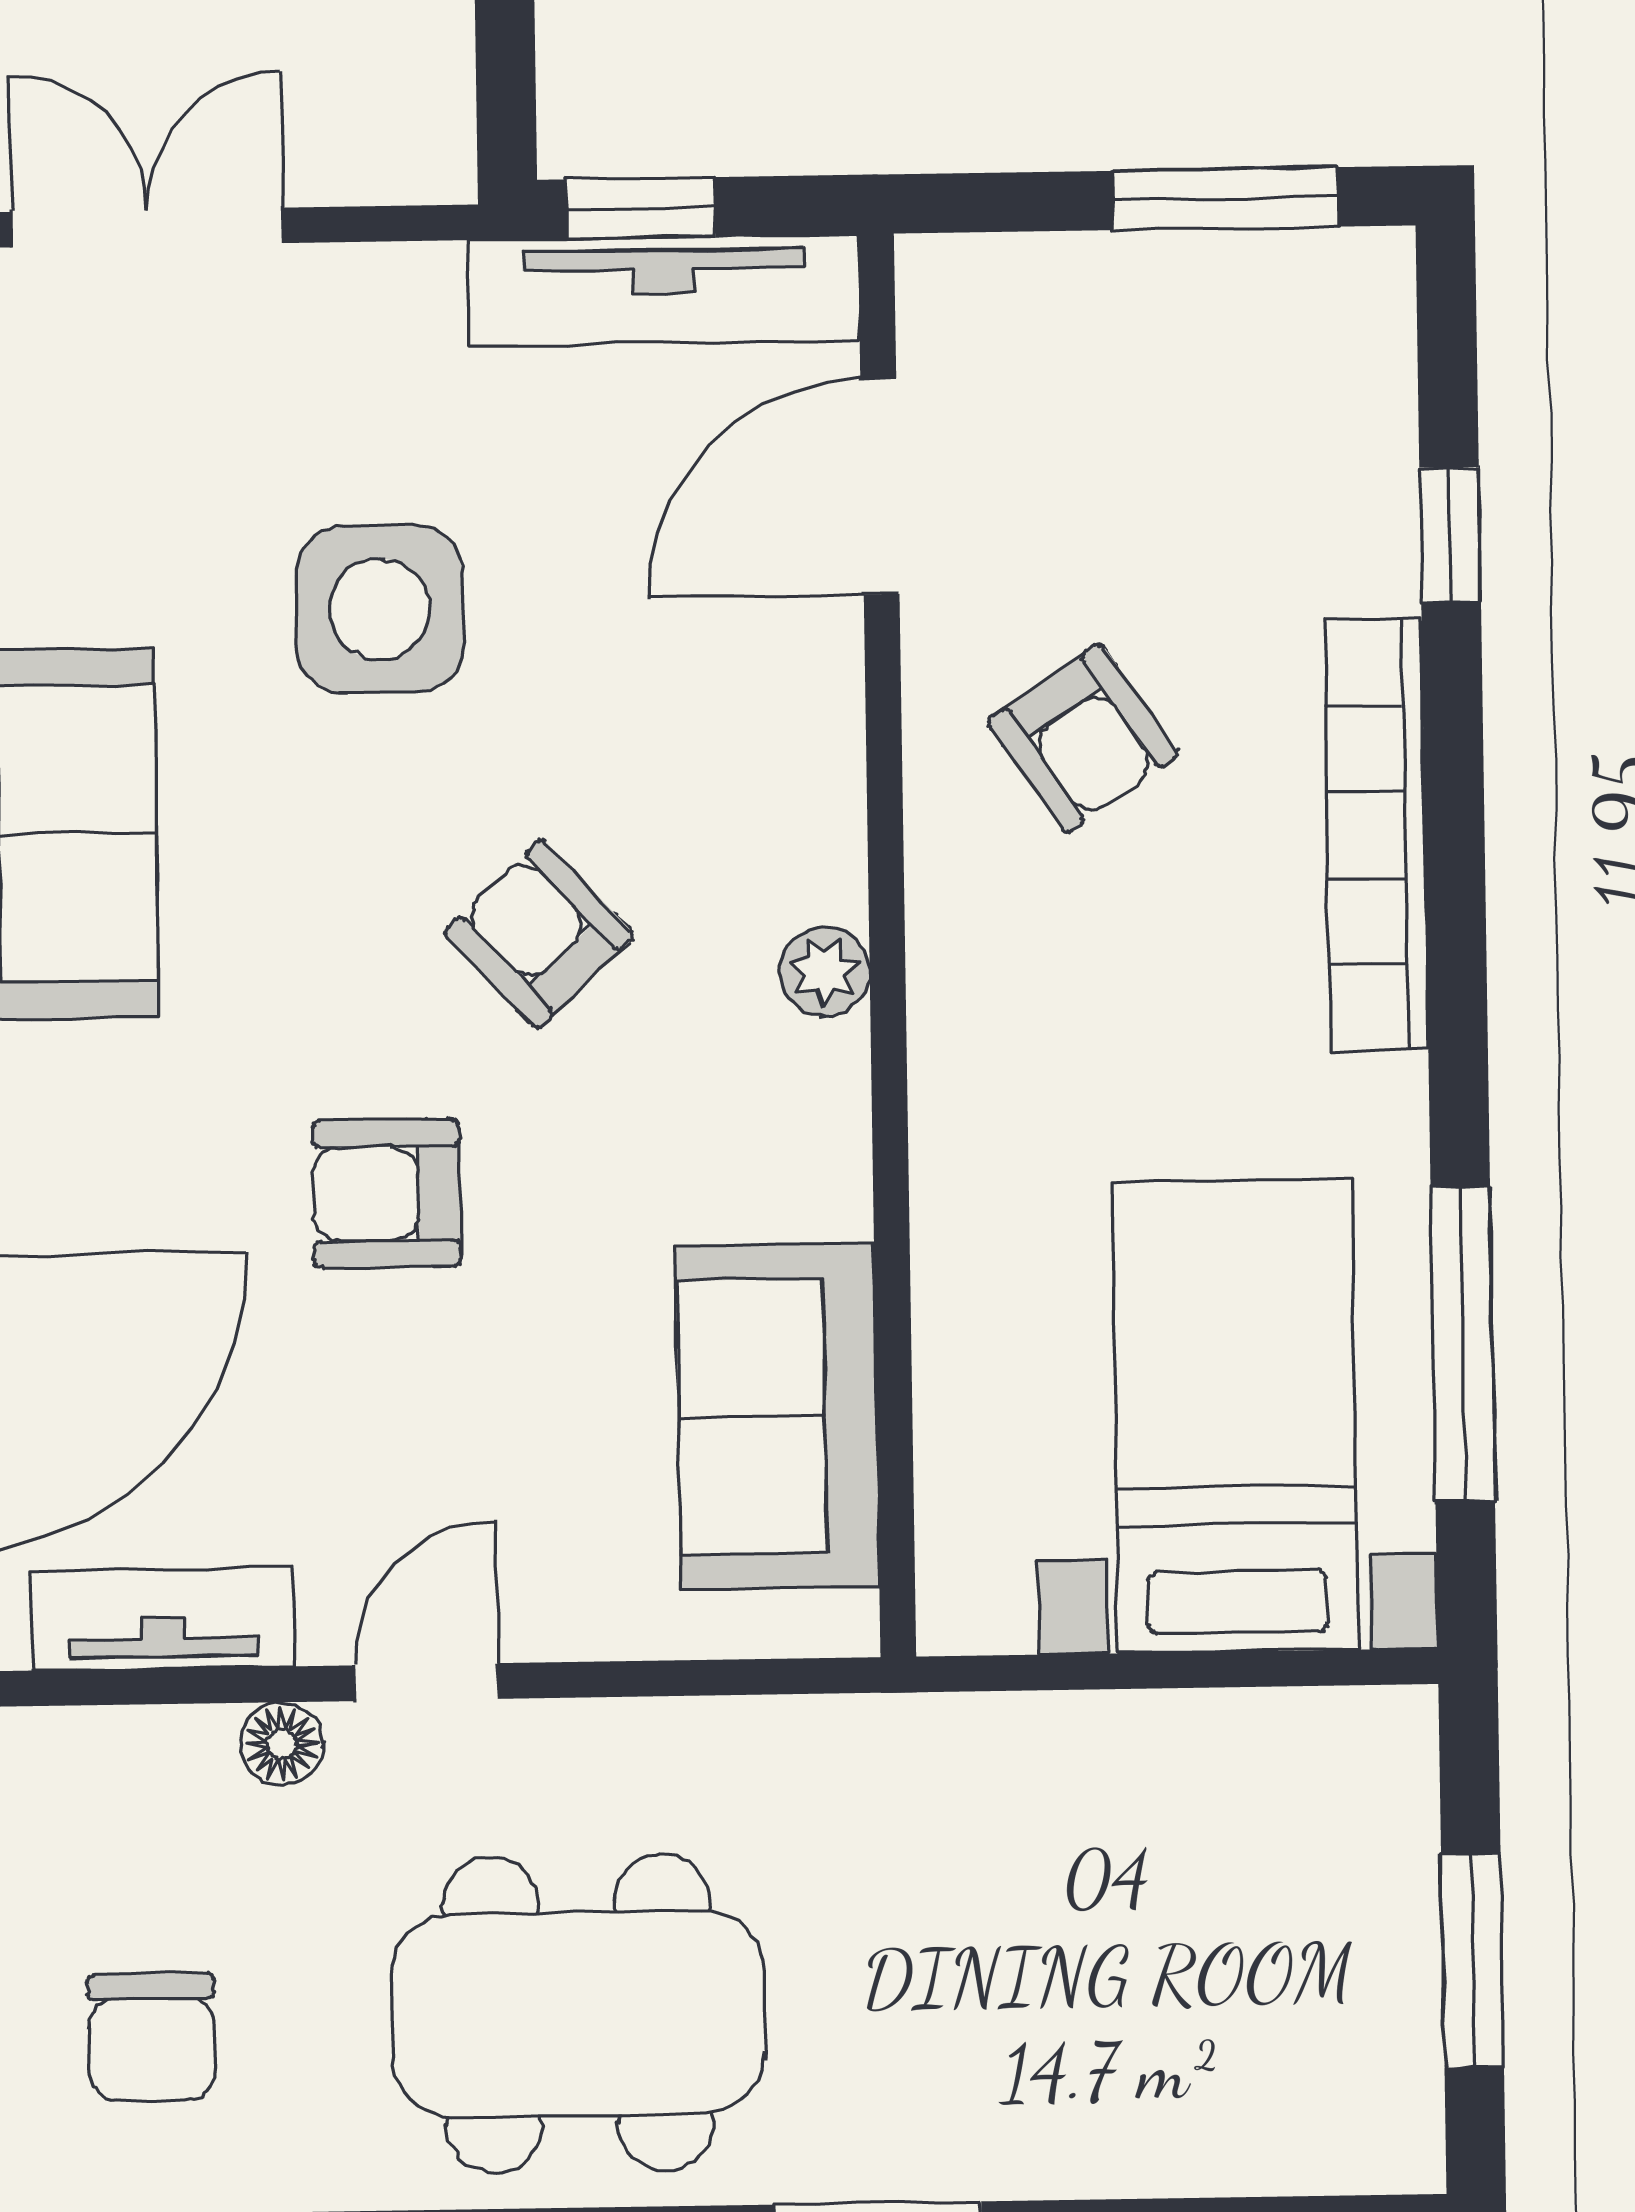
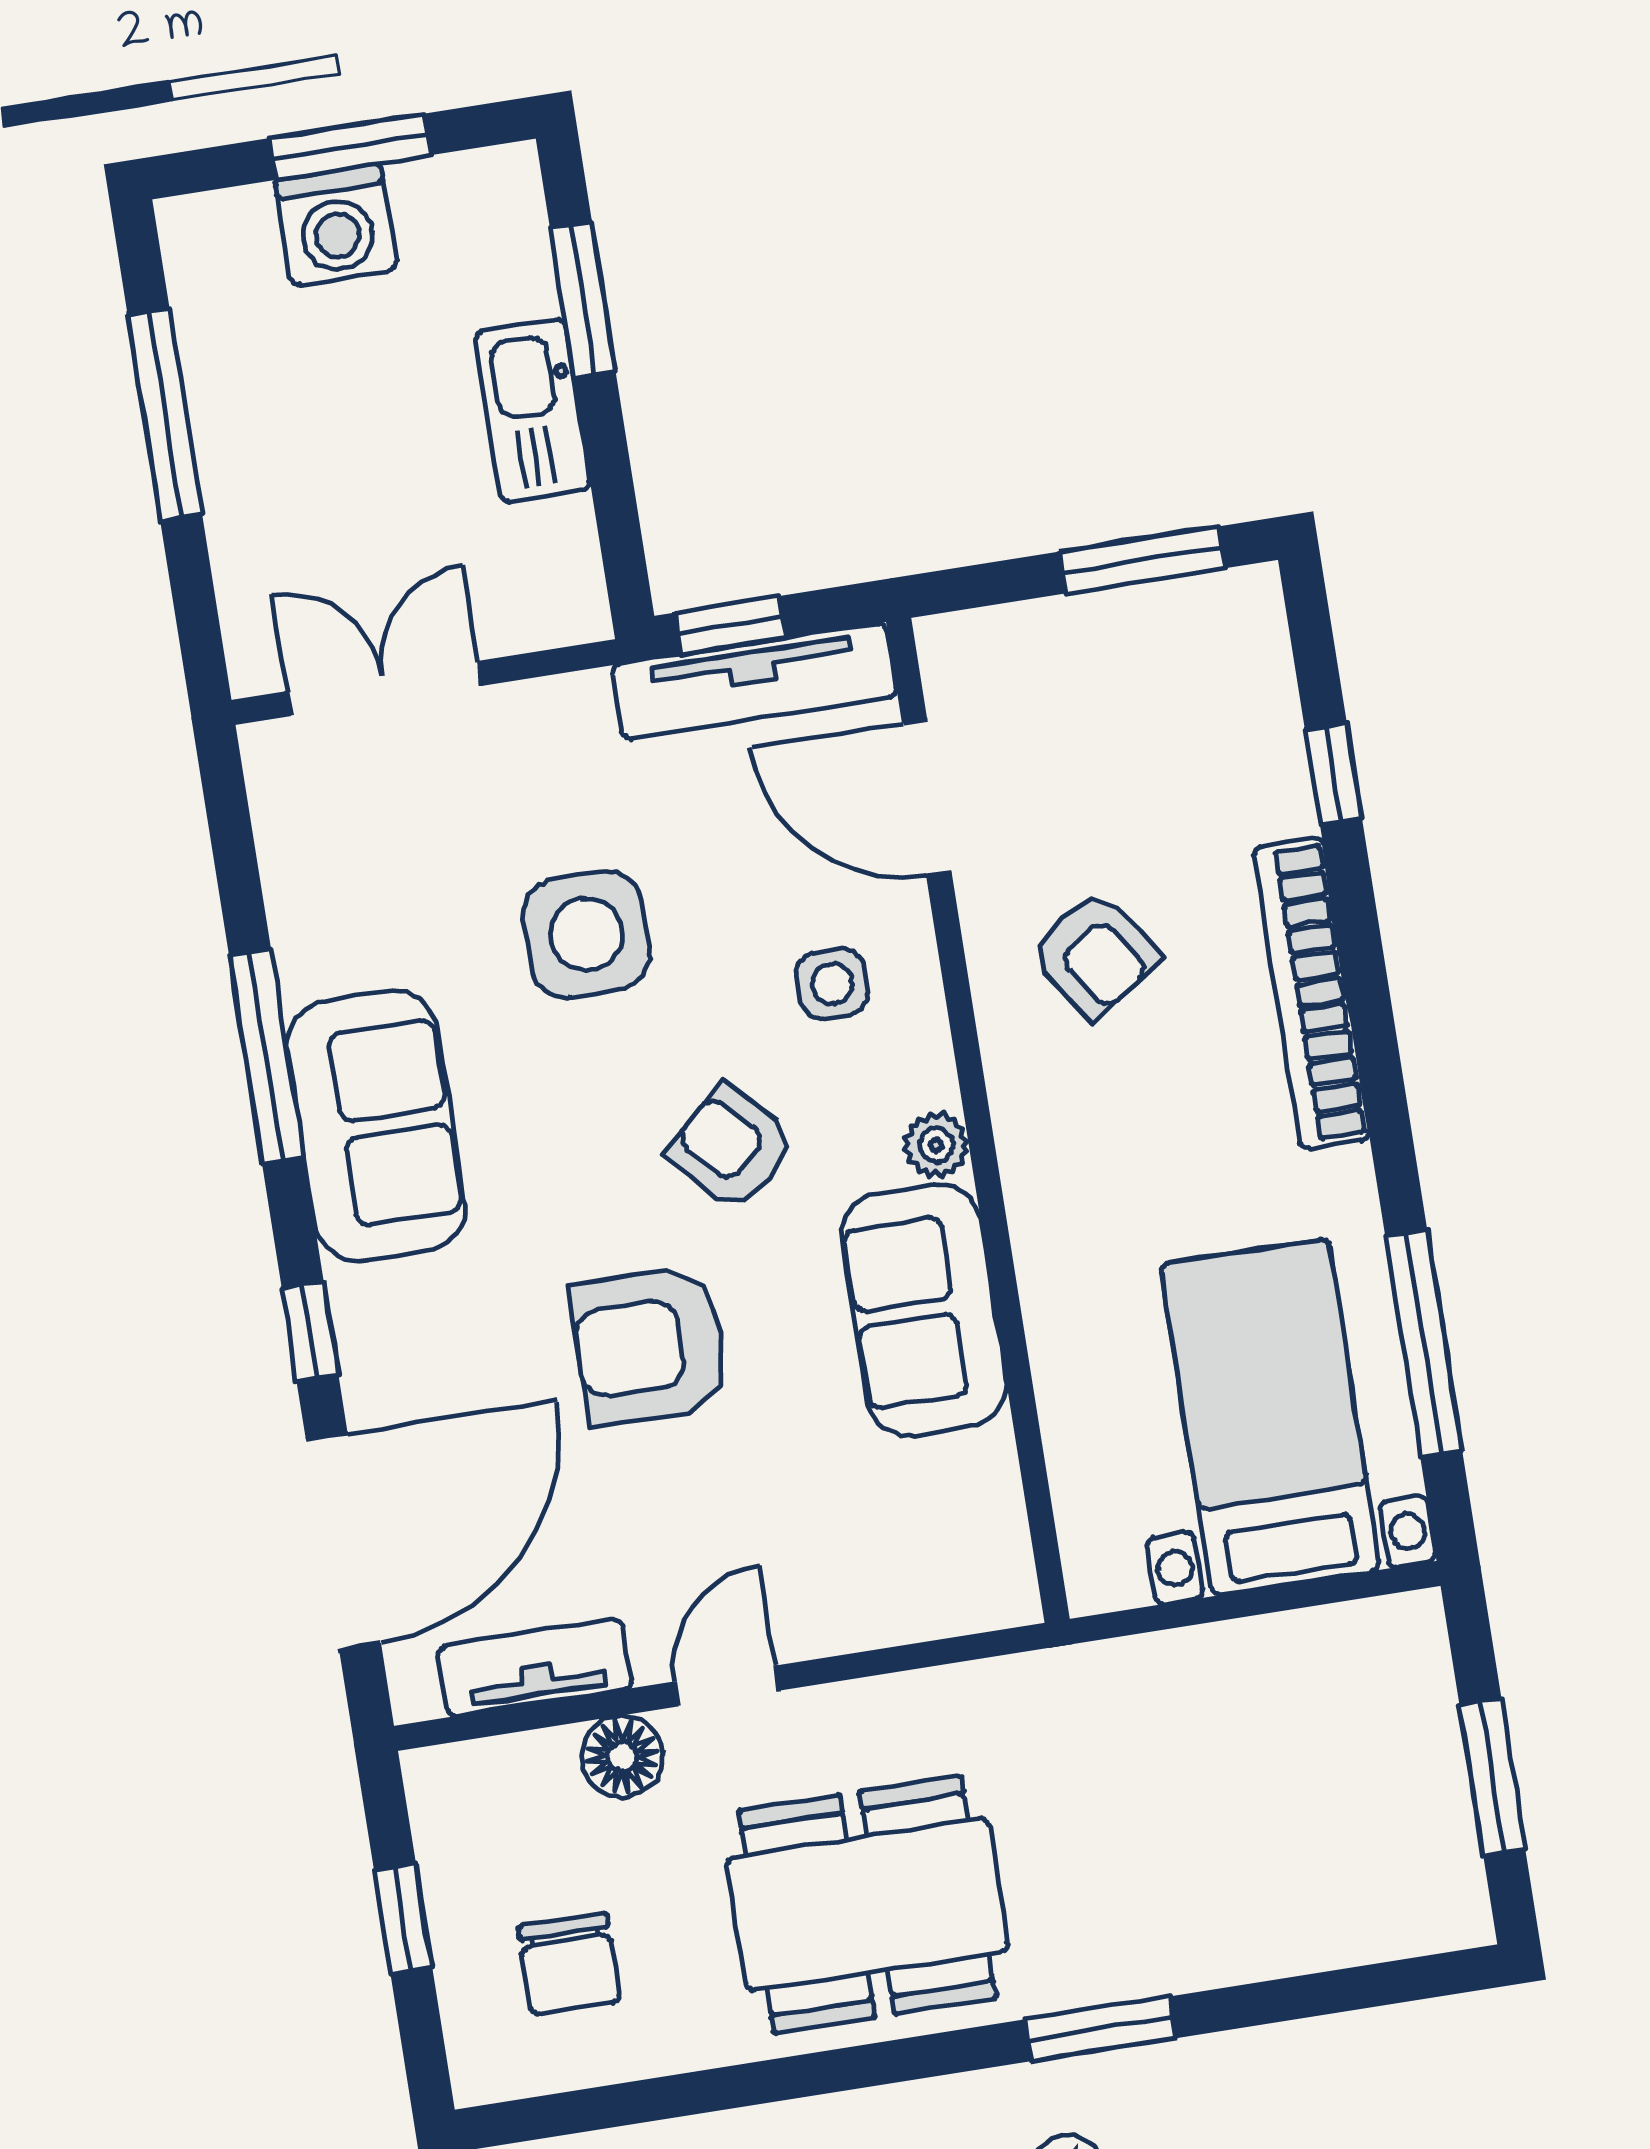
door: (880, 486) -> (927, 797), hinge flipped
side table: (711, 727) -> (832, 984), added
armchair: (386, 1194) -> (650, 1346), width x1.38, depth x1.38
sofa: (778, 1416) -> (924, 1310), moved
floor lamp: (282, 1744) -> (622, 1756), width x1.37, depth x1.37

